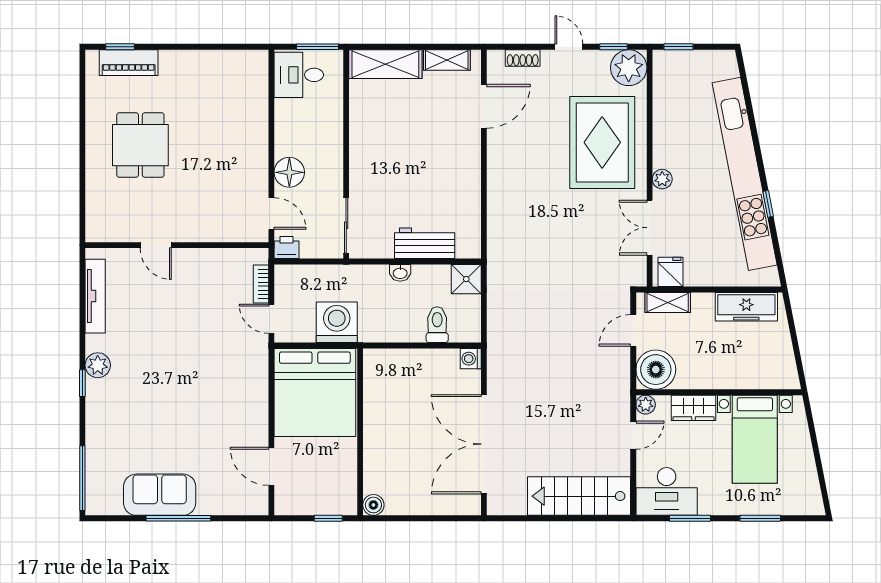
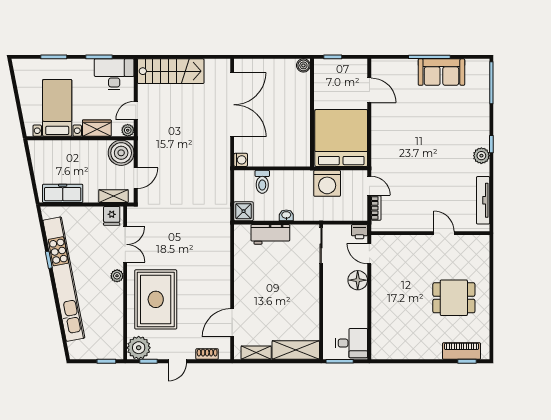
door: (569, 47) -> (177, 361), hinge flipped
dining table: (140, 145) -> (454, 298), turned 90

